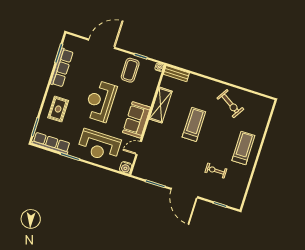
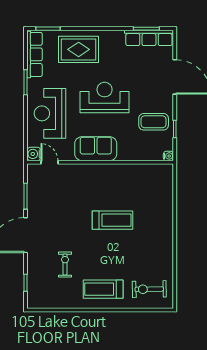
row of seats: (62, 68) -> (149, 38), moved
bench: (176, 74) -> (167, 179), removed
exercise bike: (230, 104) -> (149, 289), moved, turned 57
shelving: (161, 105) -> (123, 172), removed
rug: (58, 109) -> (79, 49), width x1.36, depth x1.43
door: (139, 148) -> (49, 162), moved
treadmill: (243, 148) -> (103, 289), turned 180

